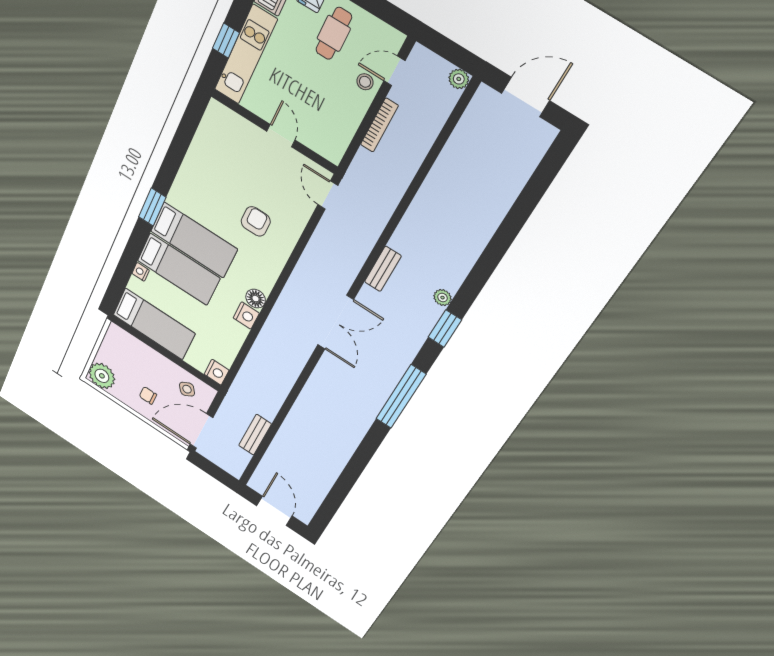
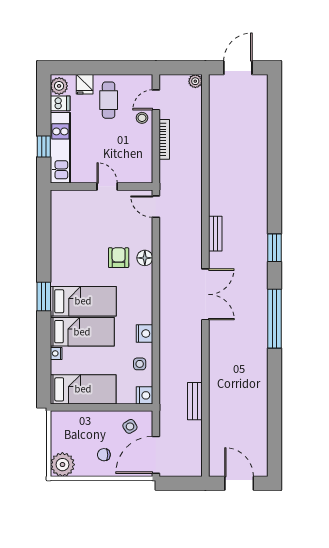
plant: (442, 298) -> (261, 227), removed
floor lamp: (256, 299) -> (145, 258), moved
side table: (226, 340) -> (140, 364), added
bench: (255, 435) -> (195, 401), moved

